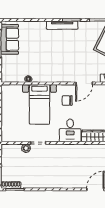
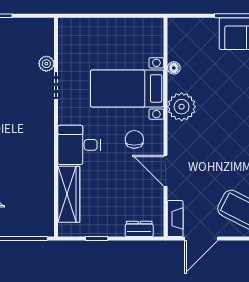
plant: (49, 75) -> (182, 107), added

